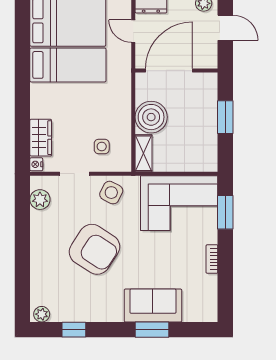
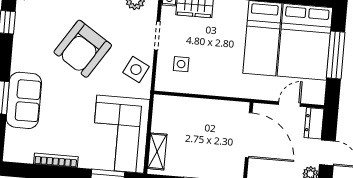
boiler: (151, 117) -> (205, 114), removed
shelving: (144, 153) -> (157, 151), moved, turned 90
bookcase: (212, 259) -> (56, 160), width x1.56

